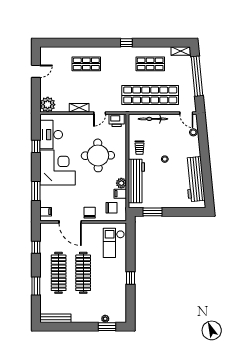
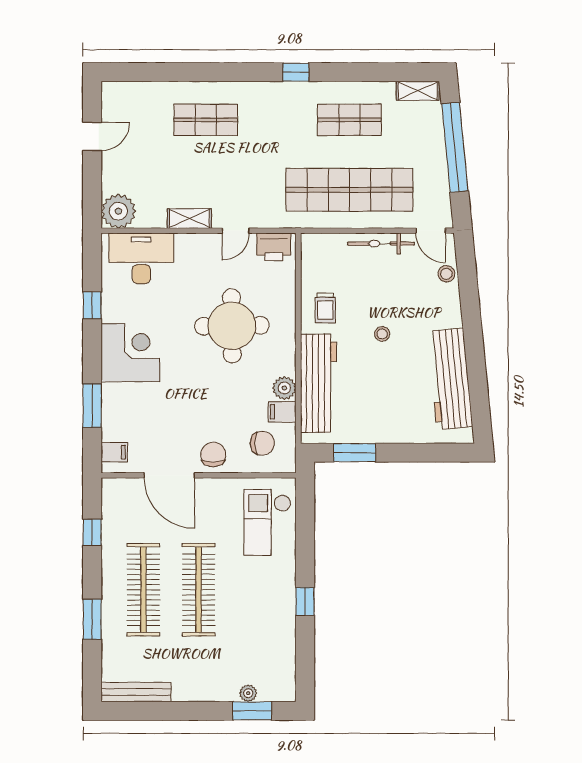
bicycle: (153, 119) -> (381, 244), moved
desk: (51, 135) -> (141, 258), moved, turned 90
corner desk: (57, 167) -> (130, 353), width x0.74, depth x0.74

